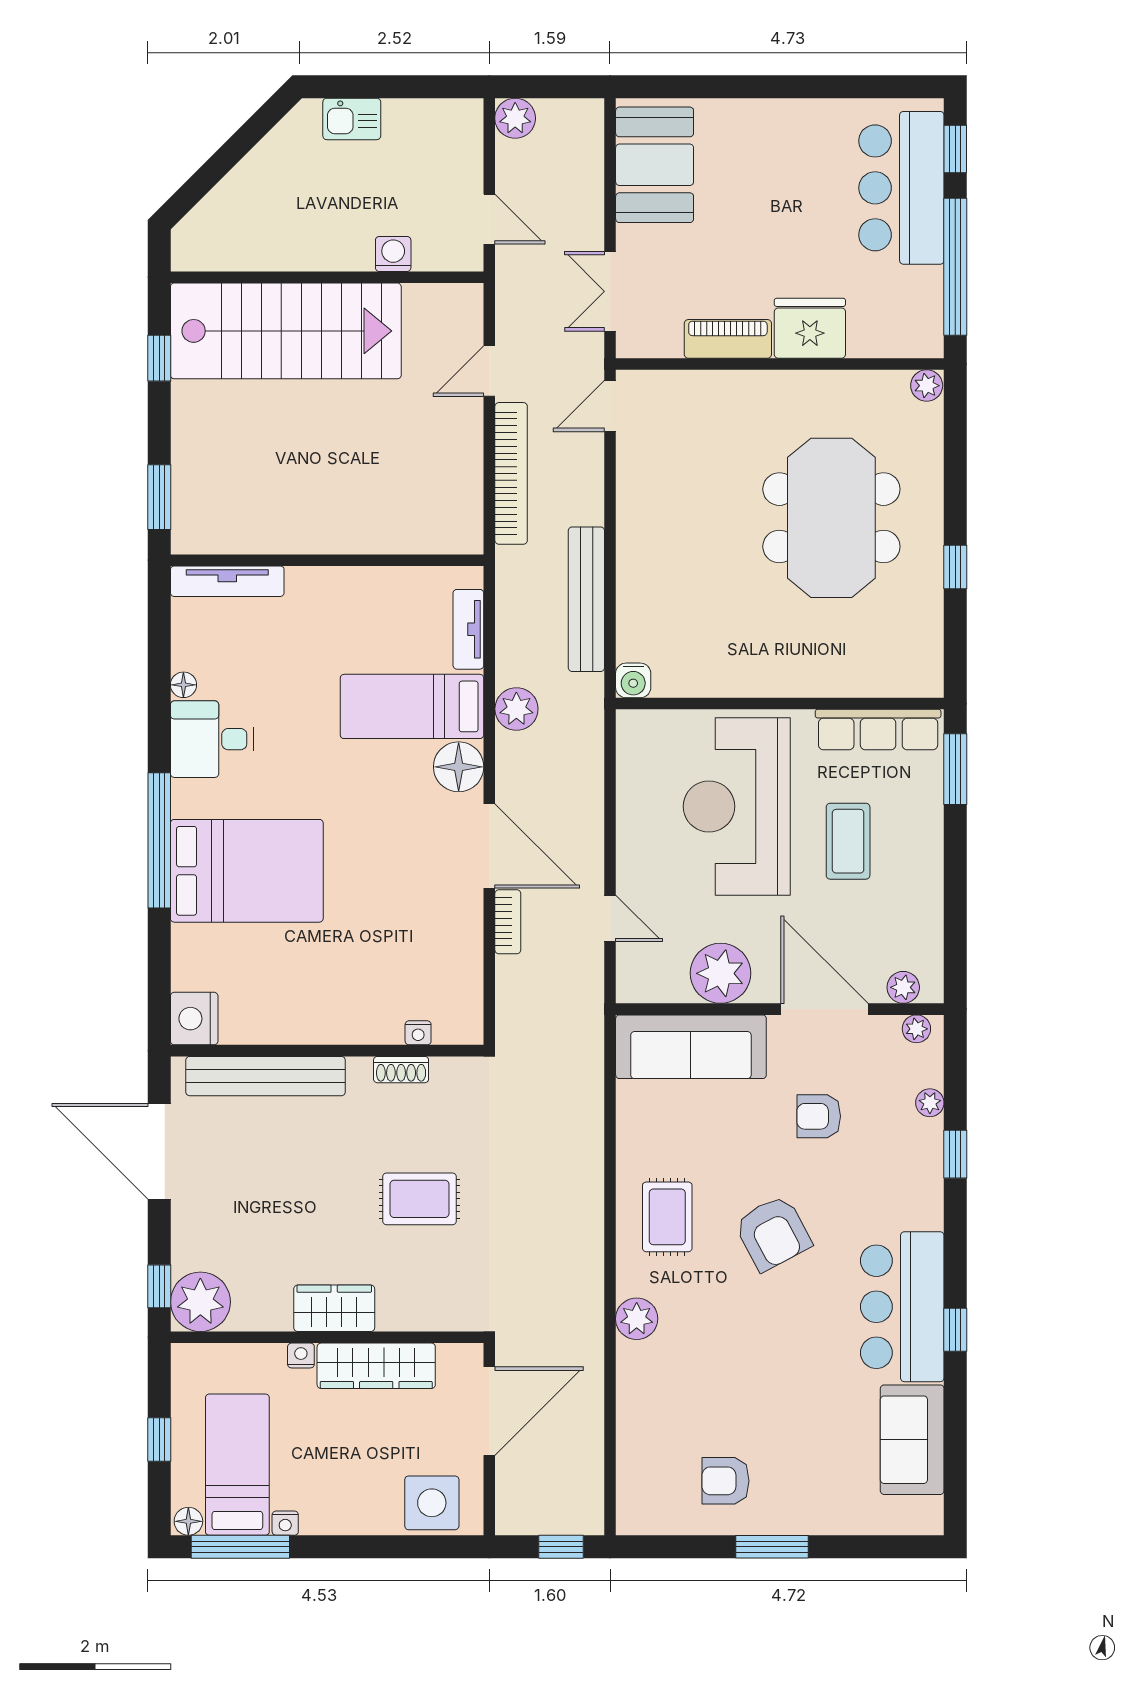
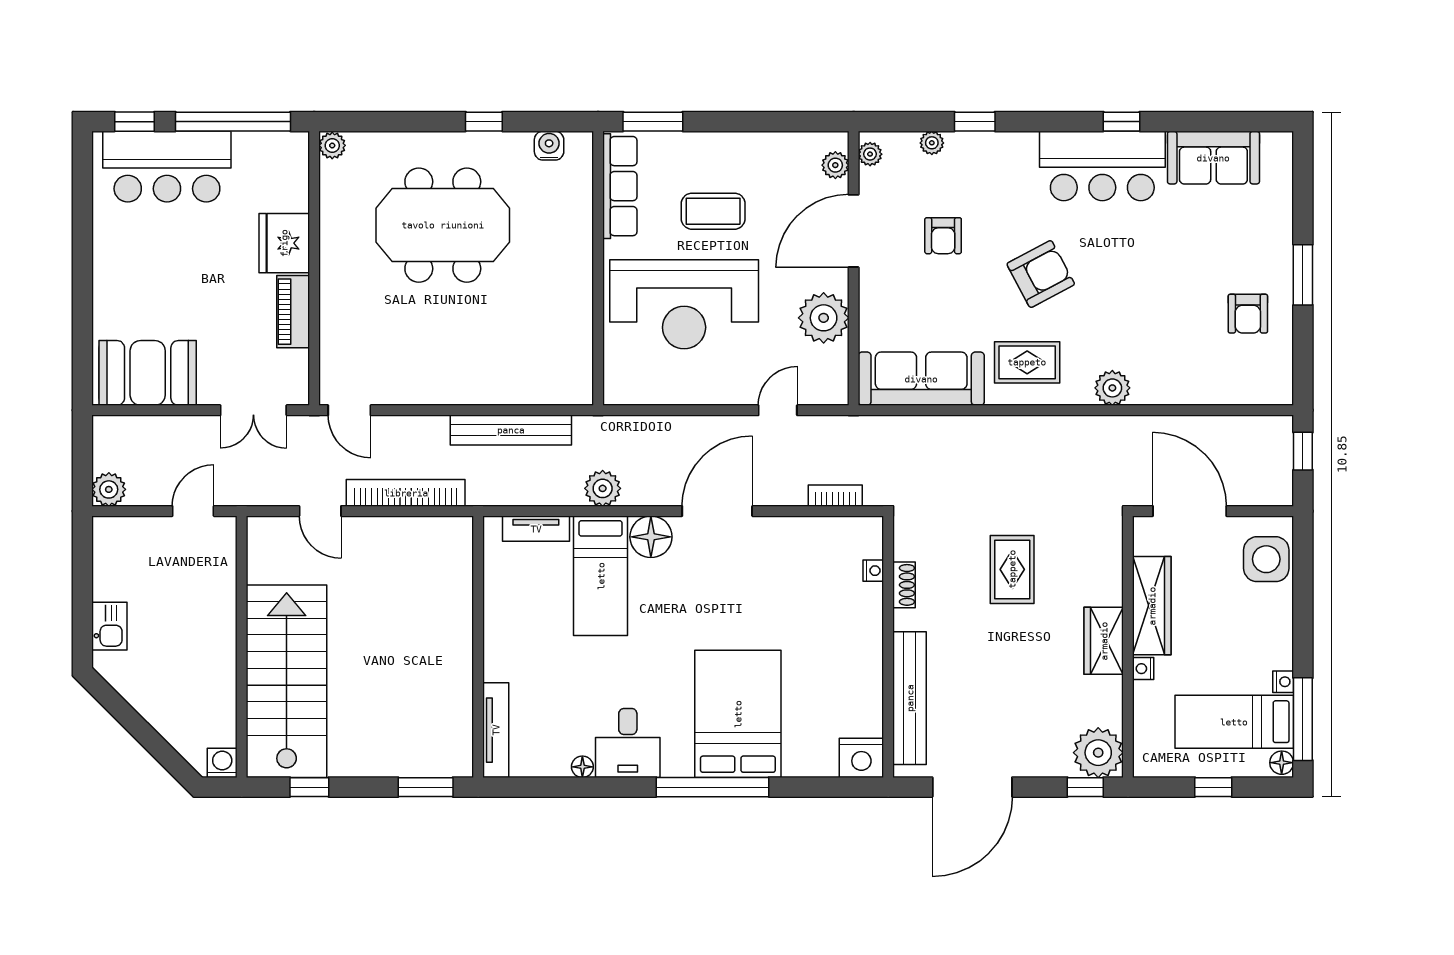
washing machine: (393, 254) -> (222, 763), moved, turned 90
water cooler: (633, 680) -> (549, 146), moved, turned -90
bookcase: (508, 922) -> (835, 496), moved
sofa: (691, 1047) -> (921, 379), moved, turned -90

